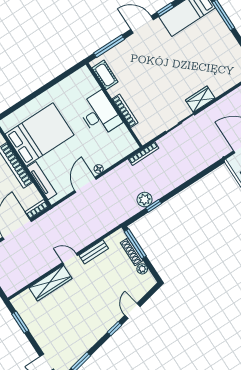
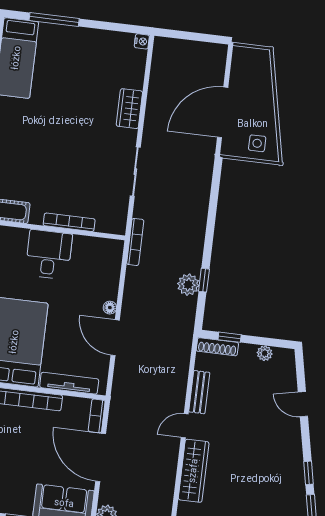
wardrobe: (200, 99) -> (129, 109), moved
desk: (100, 114) -> (49, 254), width x0.73
window: (135, 244) -> (230, 337), width x0.46
shoe rack: (132, 252) -> (217, 347), moved
window: (114, 329) -> (309, 473), moved

